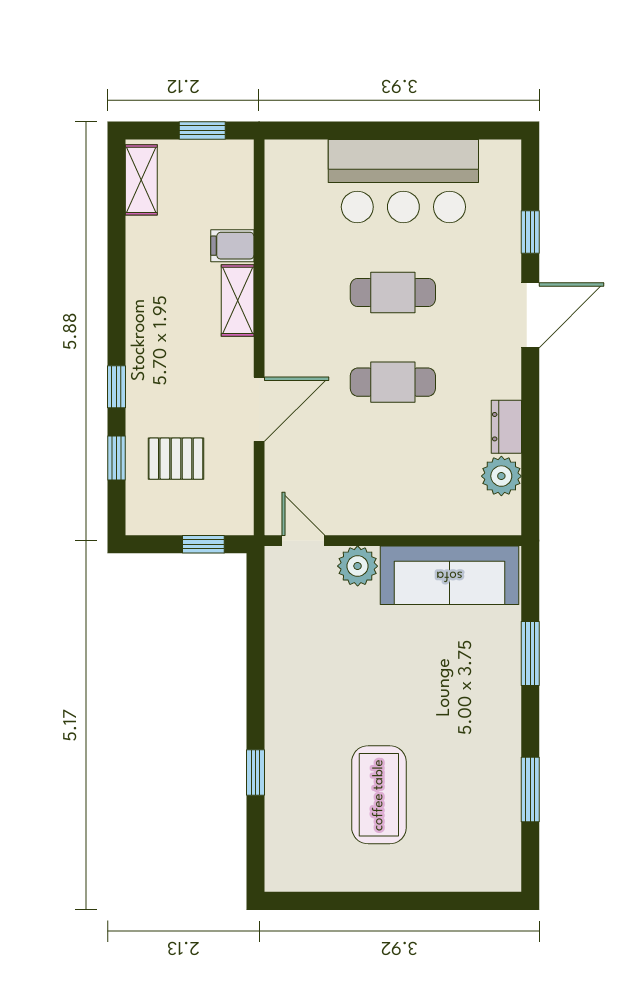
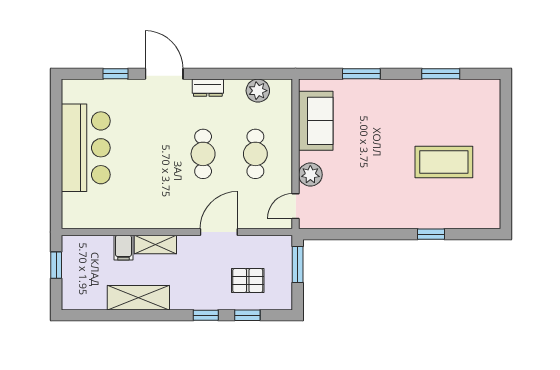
shelving: (141, 180) -> (138, 298), moved, width x1.50, depth x1.33
cafe table: (393, 292) -> (255, 154), moved
door: (259, 409) -> (219, 232), hinge flipped
dresser: (506, 427) -> (208, 88), moved
pallet: (176, 459) -> (248, 281), turned 90
window: (203, 544) -> (298, 264), width x1.50
sofa: (449, 575) -> (316, 121), width x0.73

